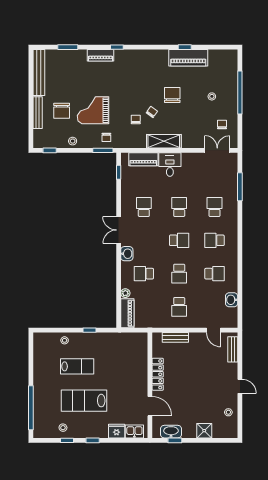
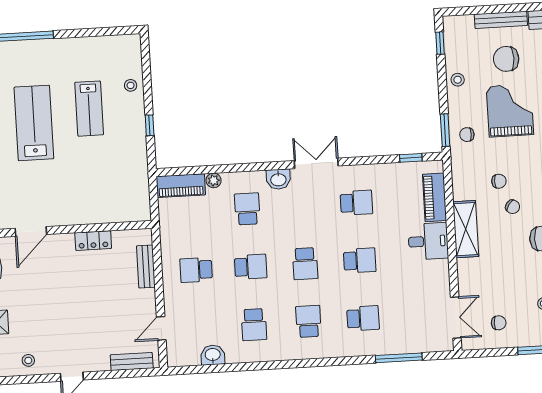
school desk: (179, 274) -> (251, 267), turned 180
locker: (158, 374) -> (93, 241), width x0.66

